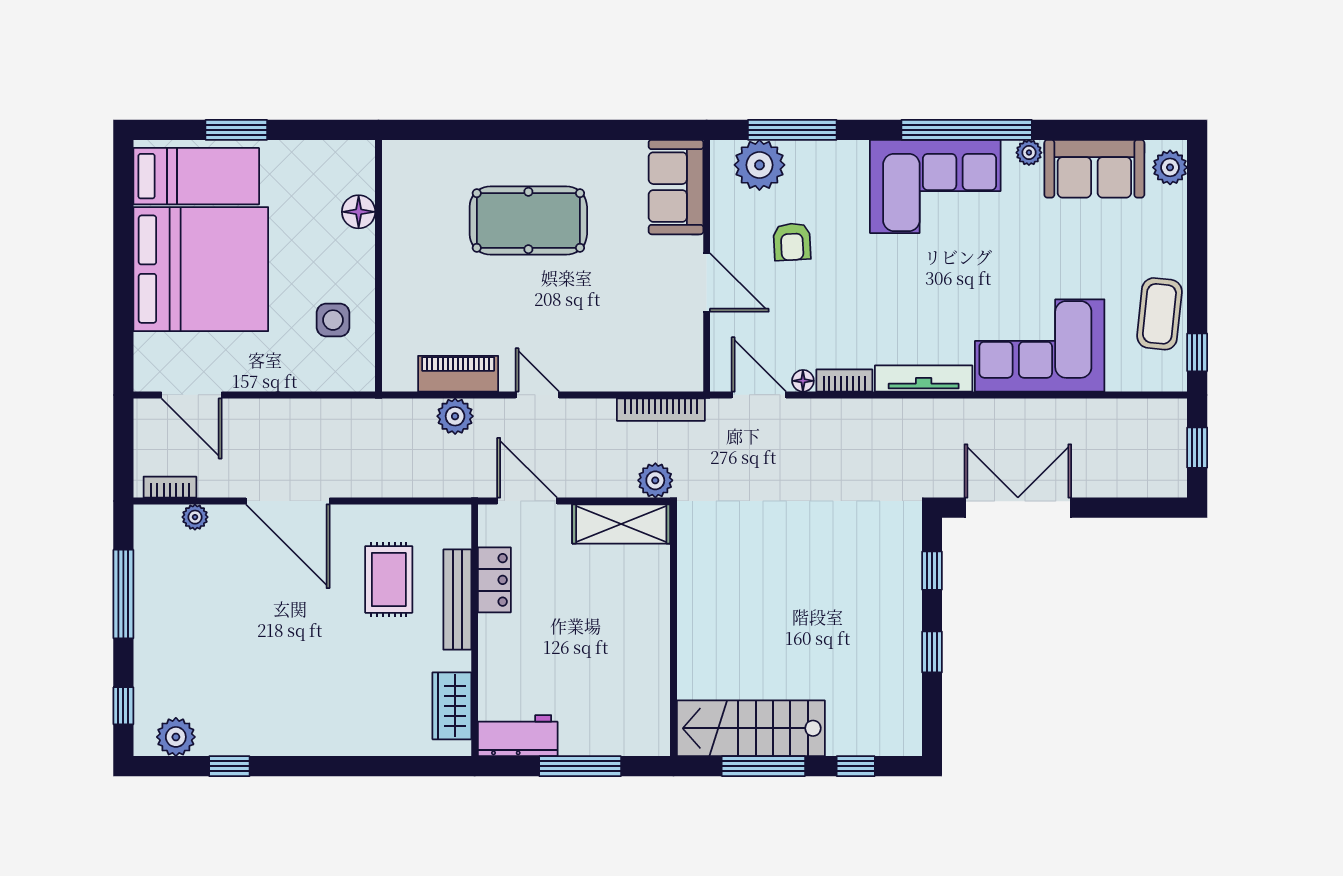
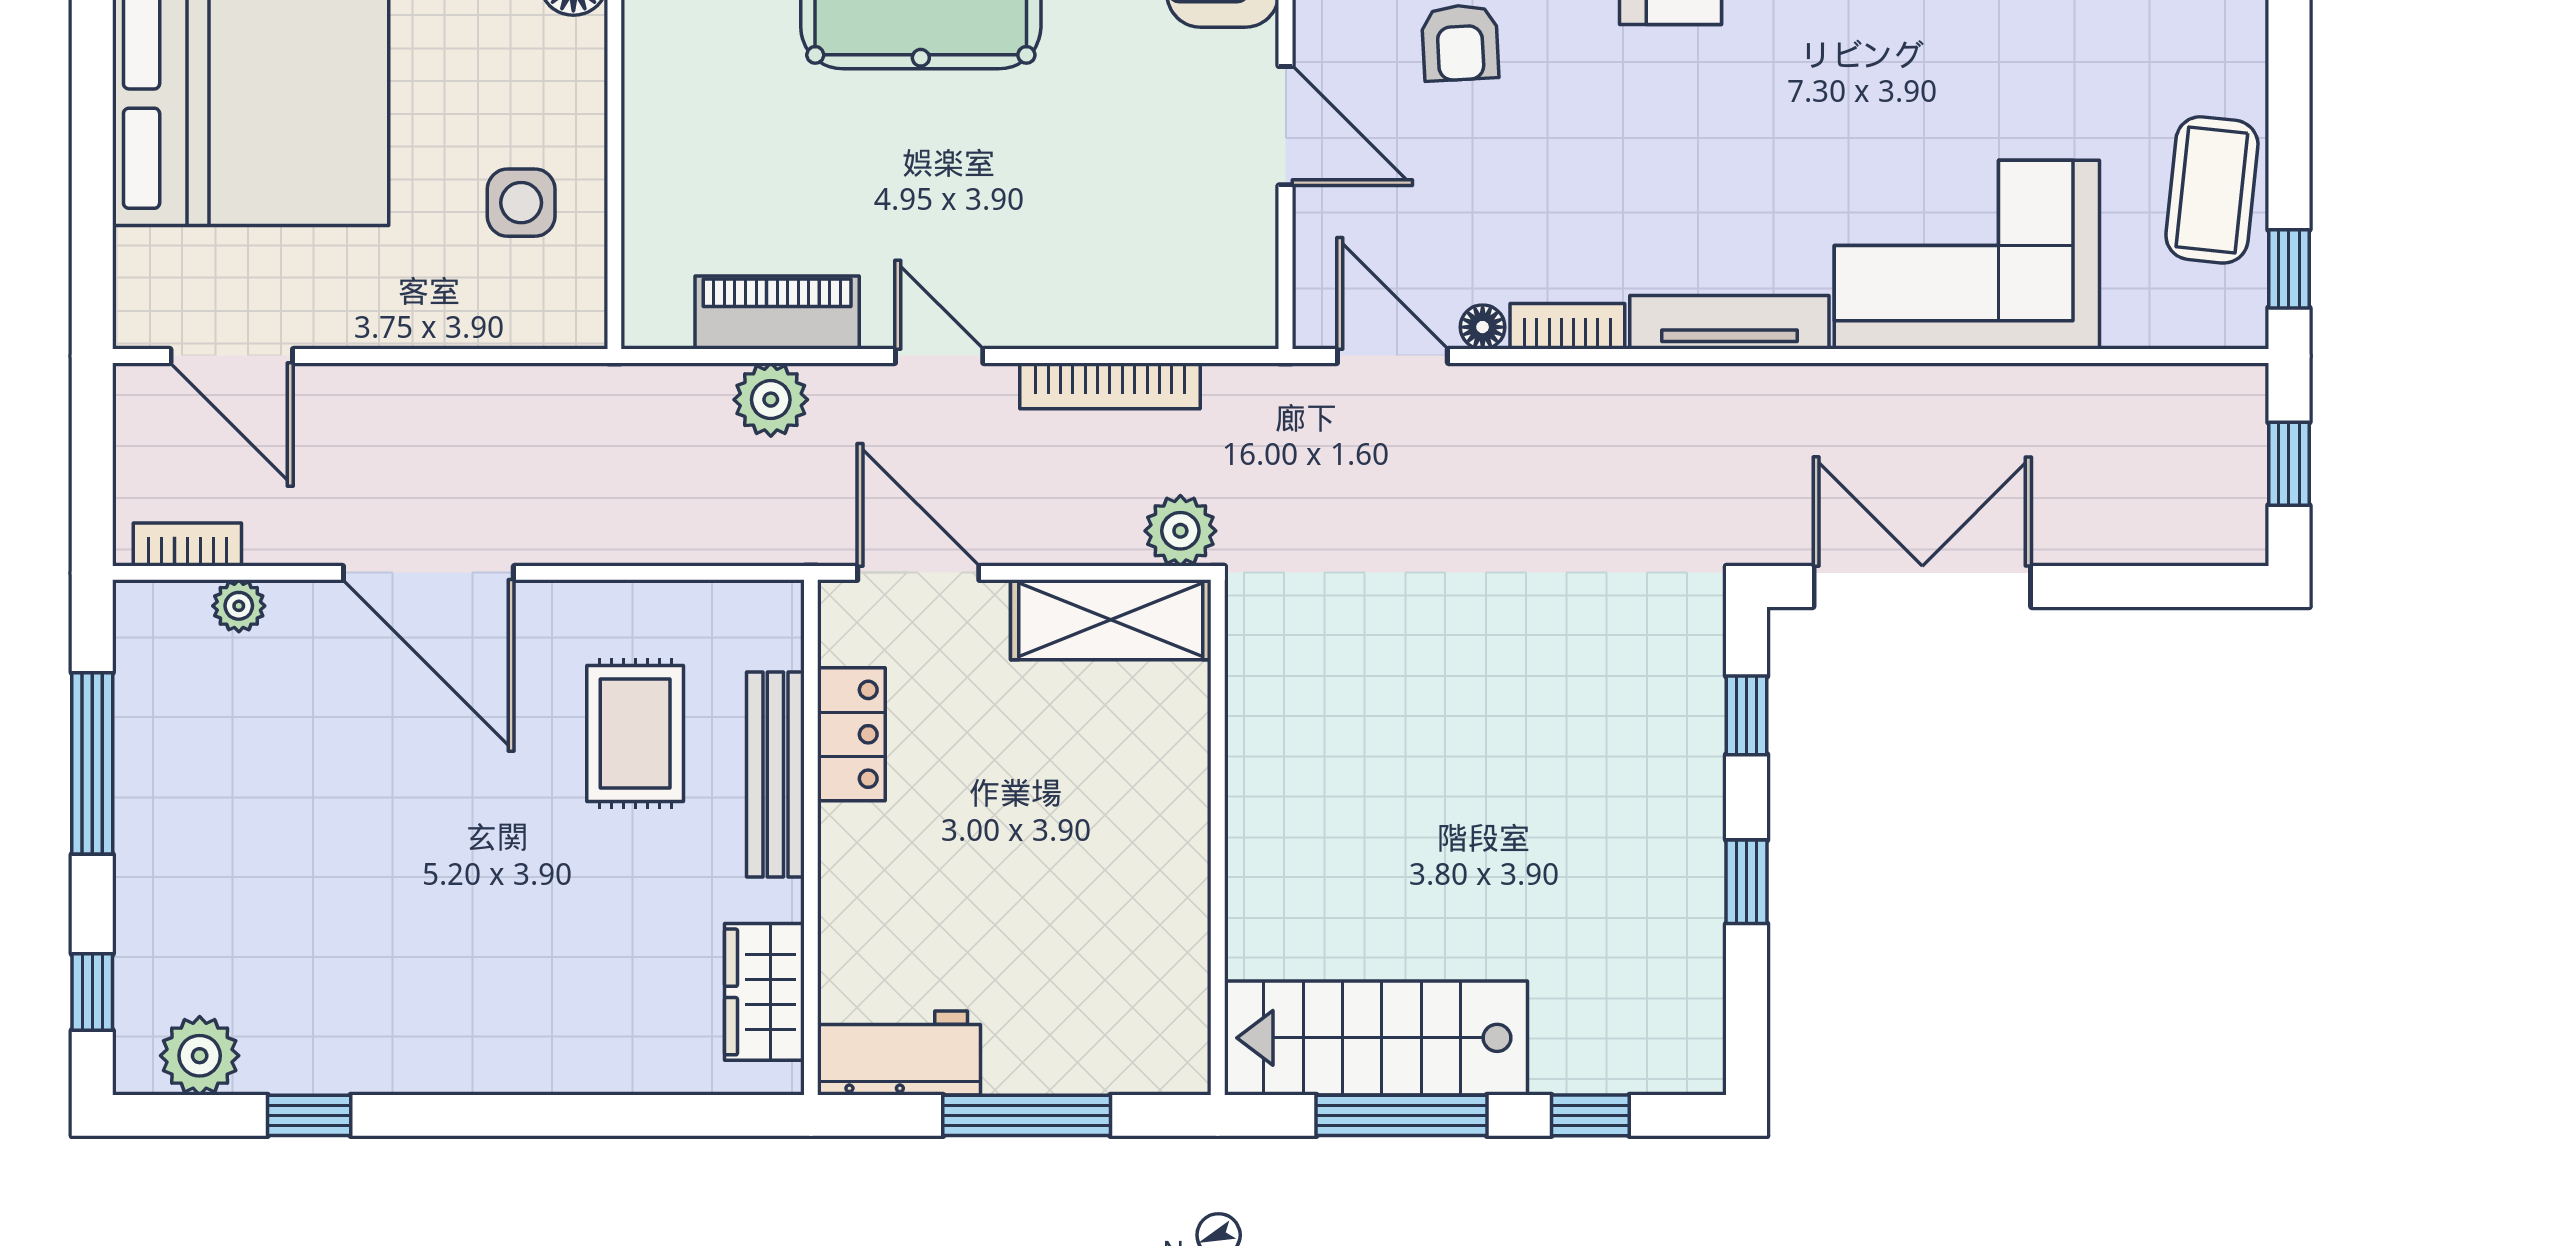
bookcase: (661, 410) -> (1110, 386), moved

